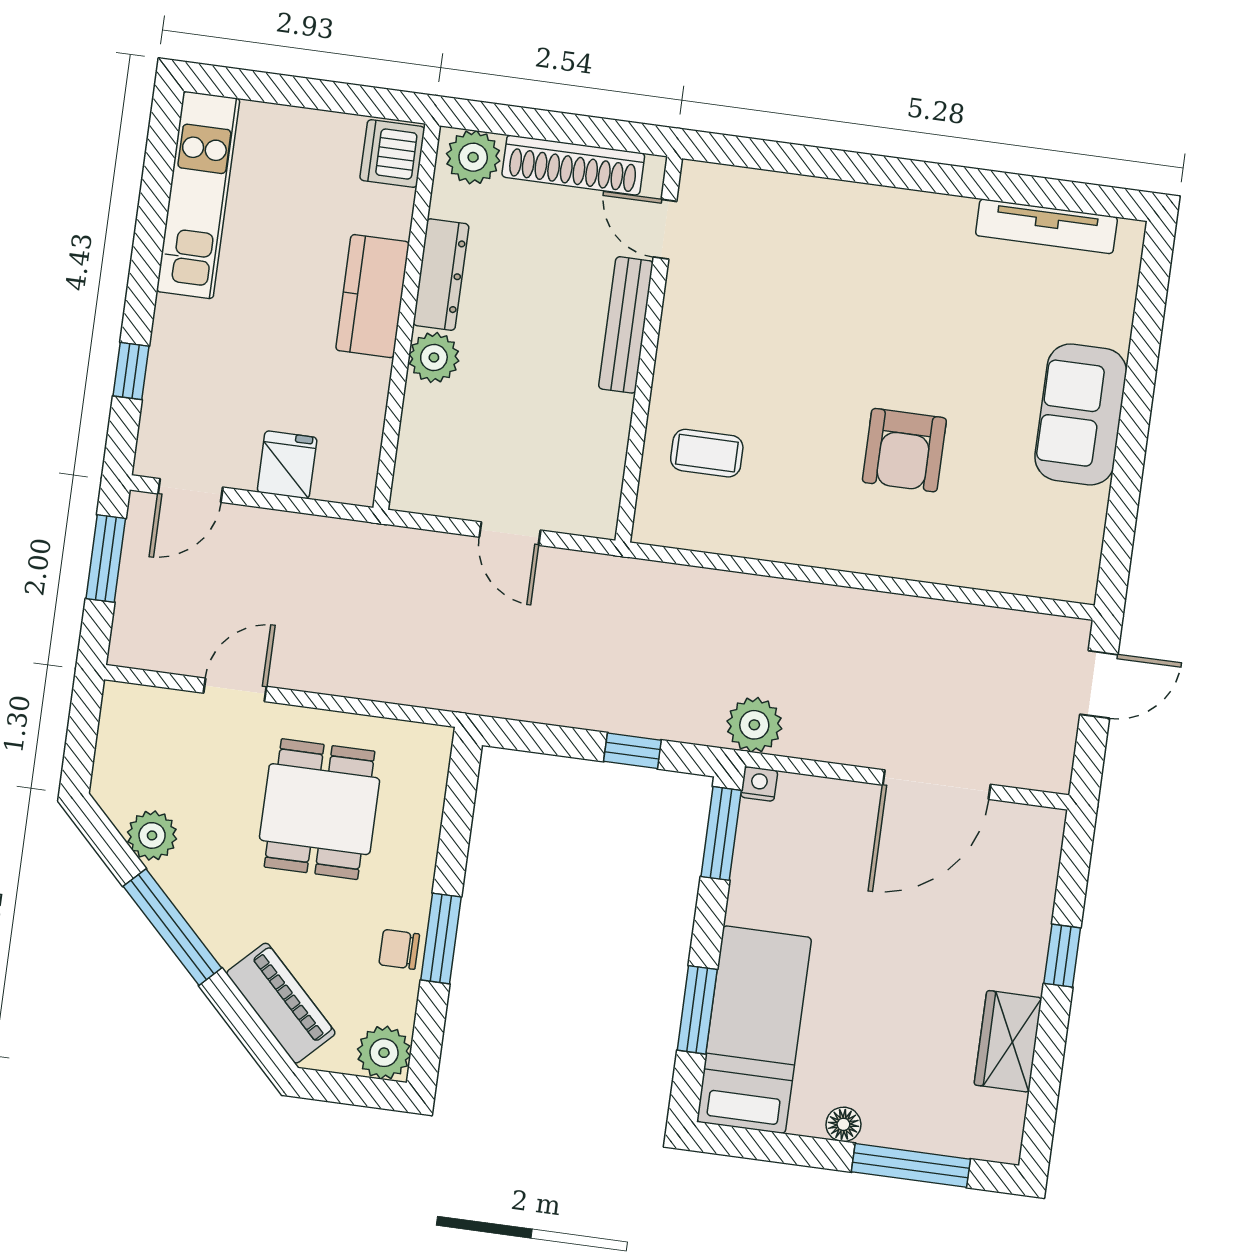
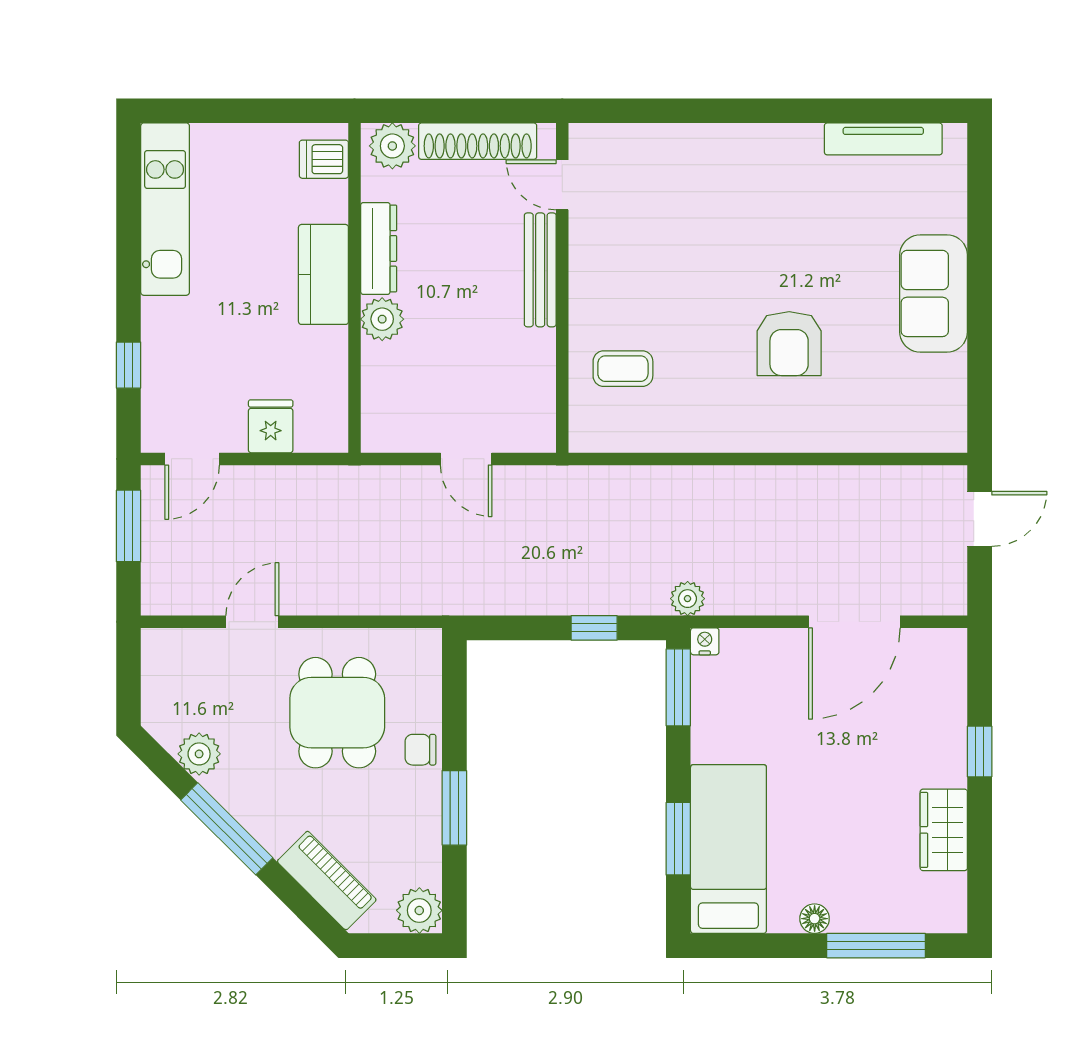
dishwasher: (392, 153) -> (324, 159), width x0.73
plant: (754, 725) -> (688, 599), width x0.73, depth x0.73
chair: (399, 949) -> (420, 750), moved

